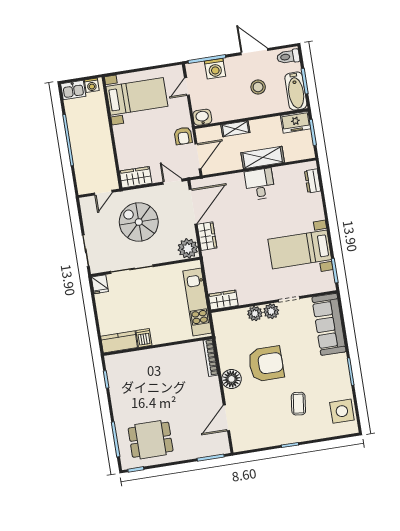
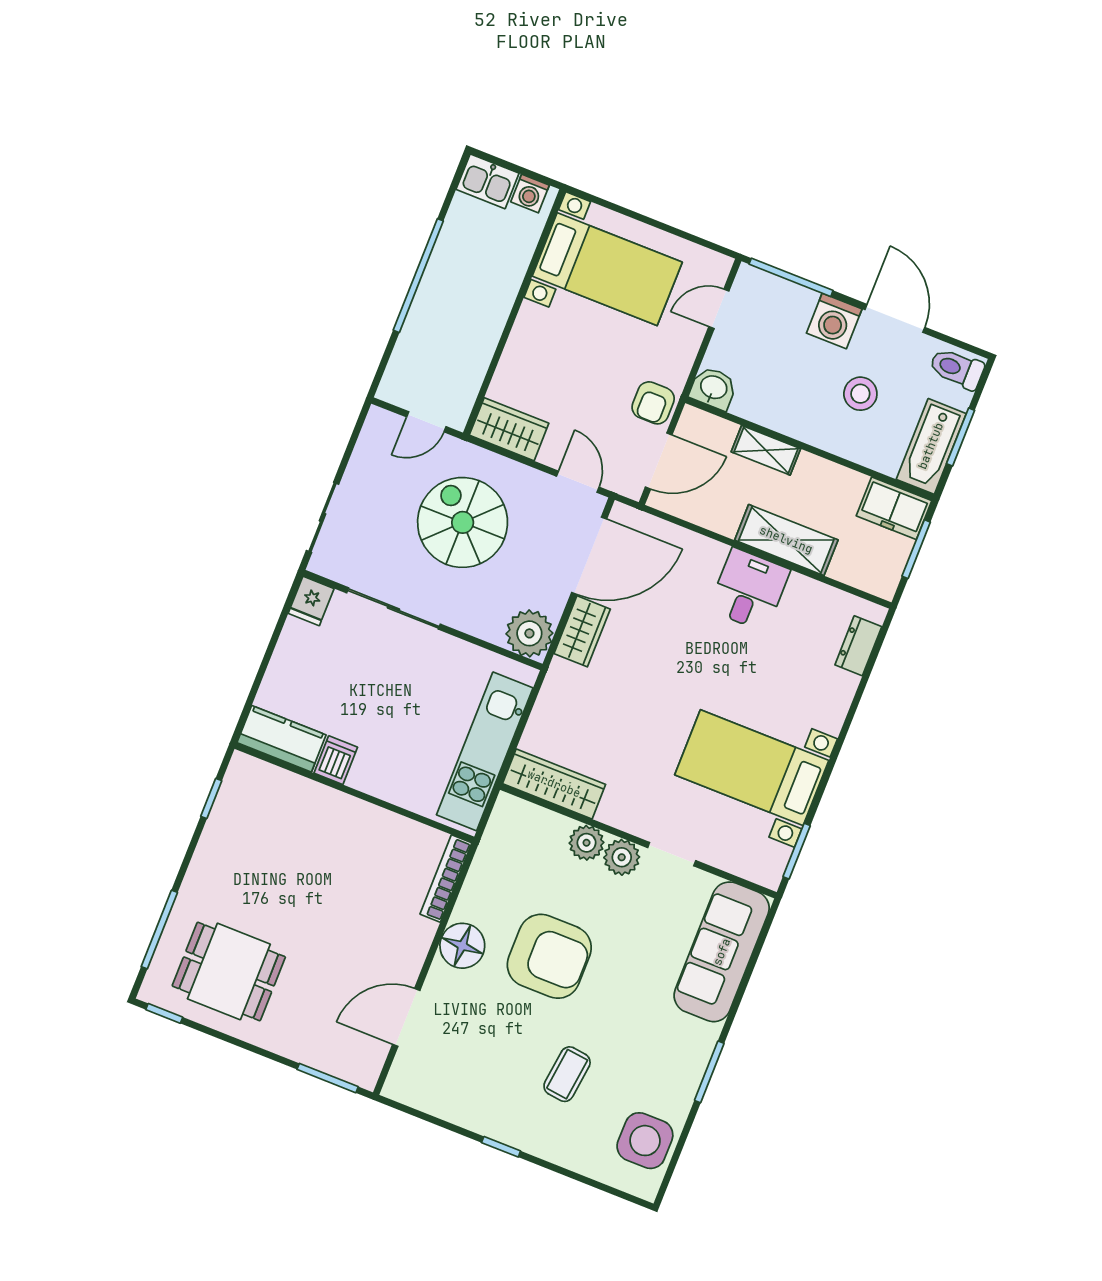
washing machine: (215, 69) -> (834, 321), moved
wardrobe: (223, 300) -> (554, 784), width x1.50

